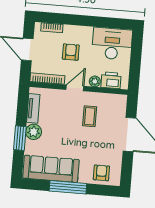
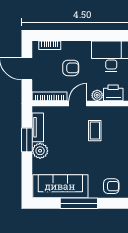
armchair: (71, 52) -> (71, 68), turned 90
window: (20, 138) -> (27, 140), moved
armchair: (101, 173) -> (111, 186), turned 90

